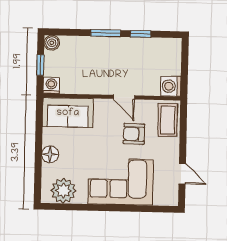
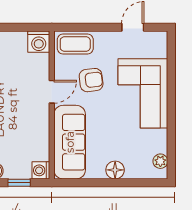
sofa: (68, 113) -> (70, 142), width x1.36
armchair: (134, 134) -> (91, 80), turned -98
plant: (63, 191) -> (160, 161), width x0.53, depth x0.53

